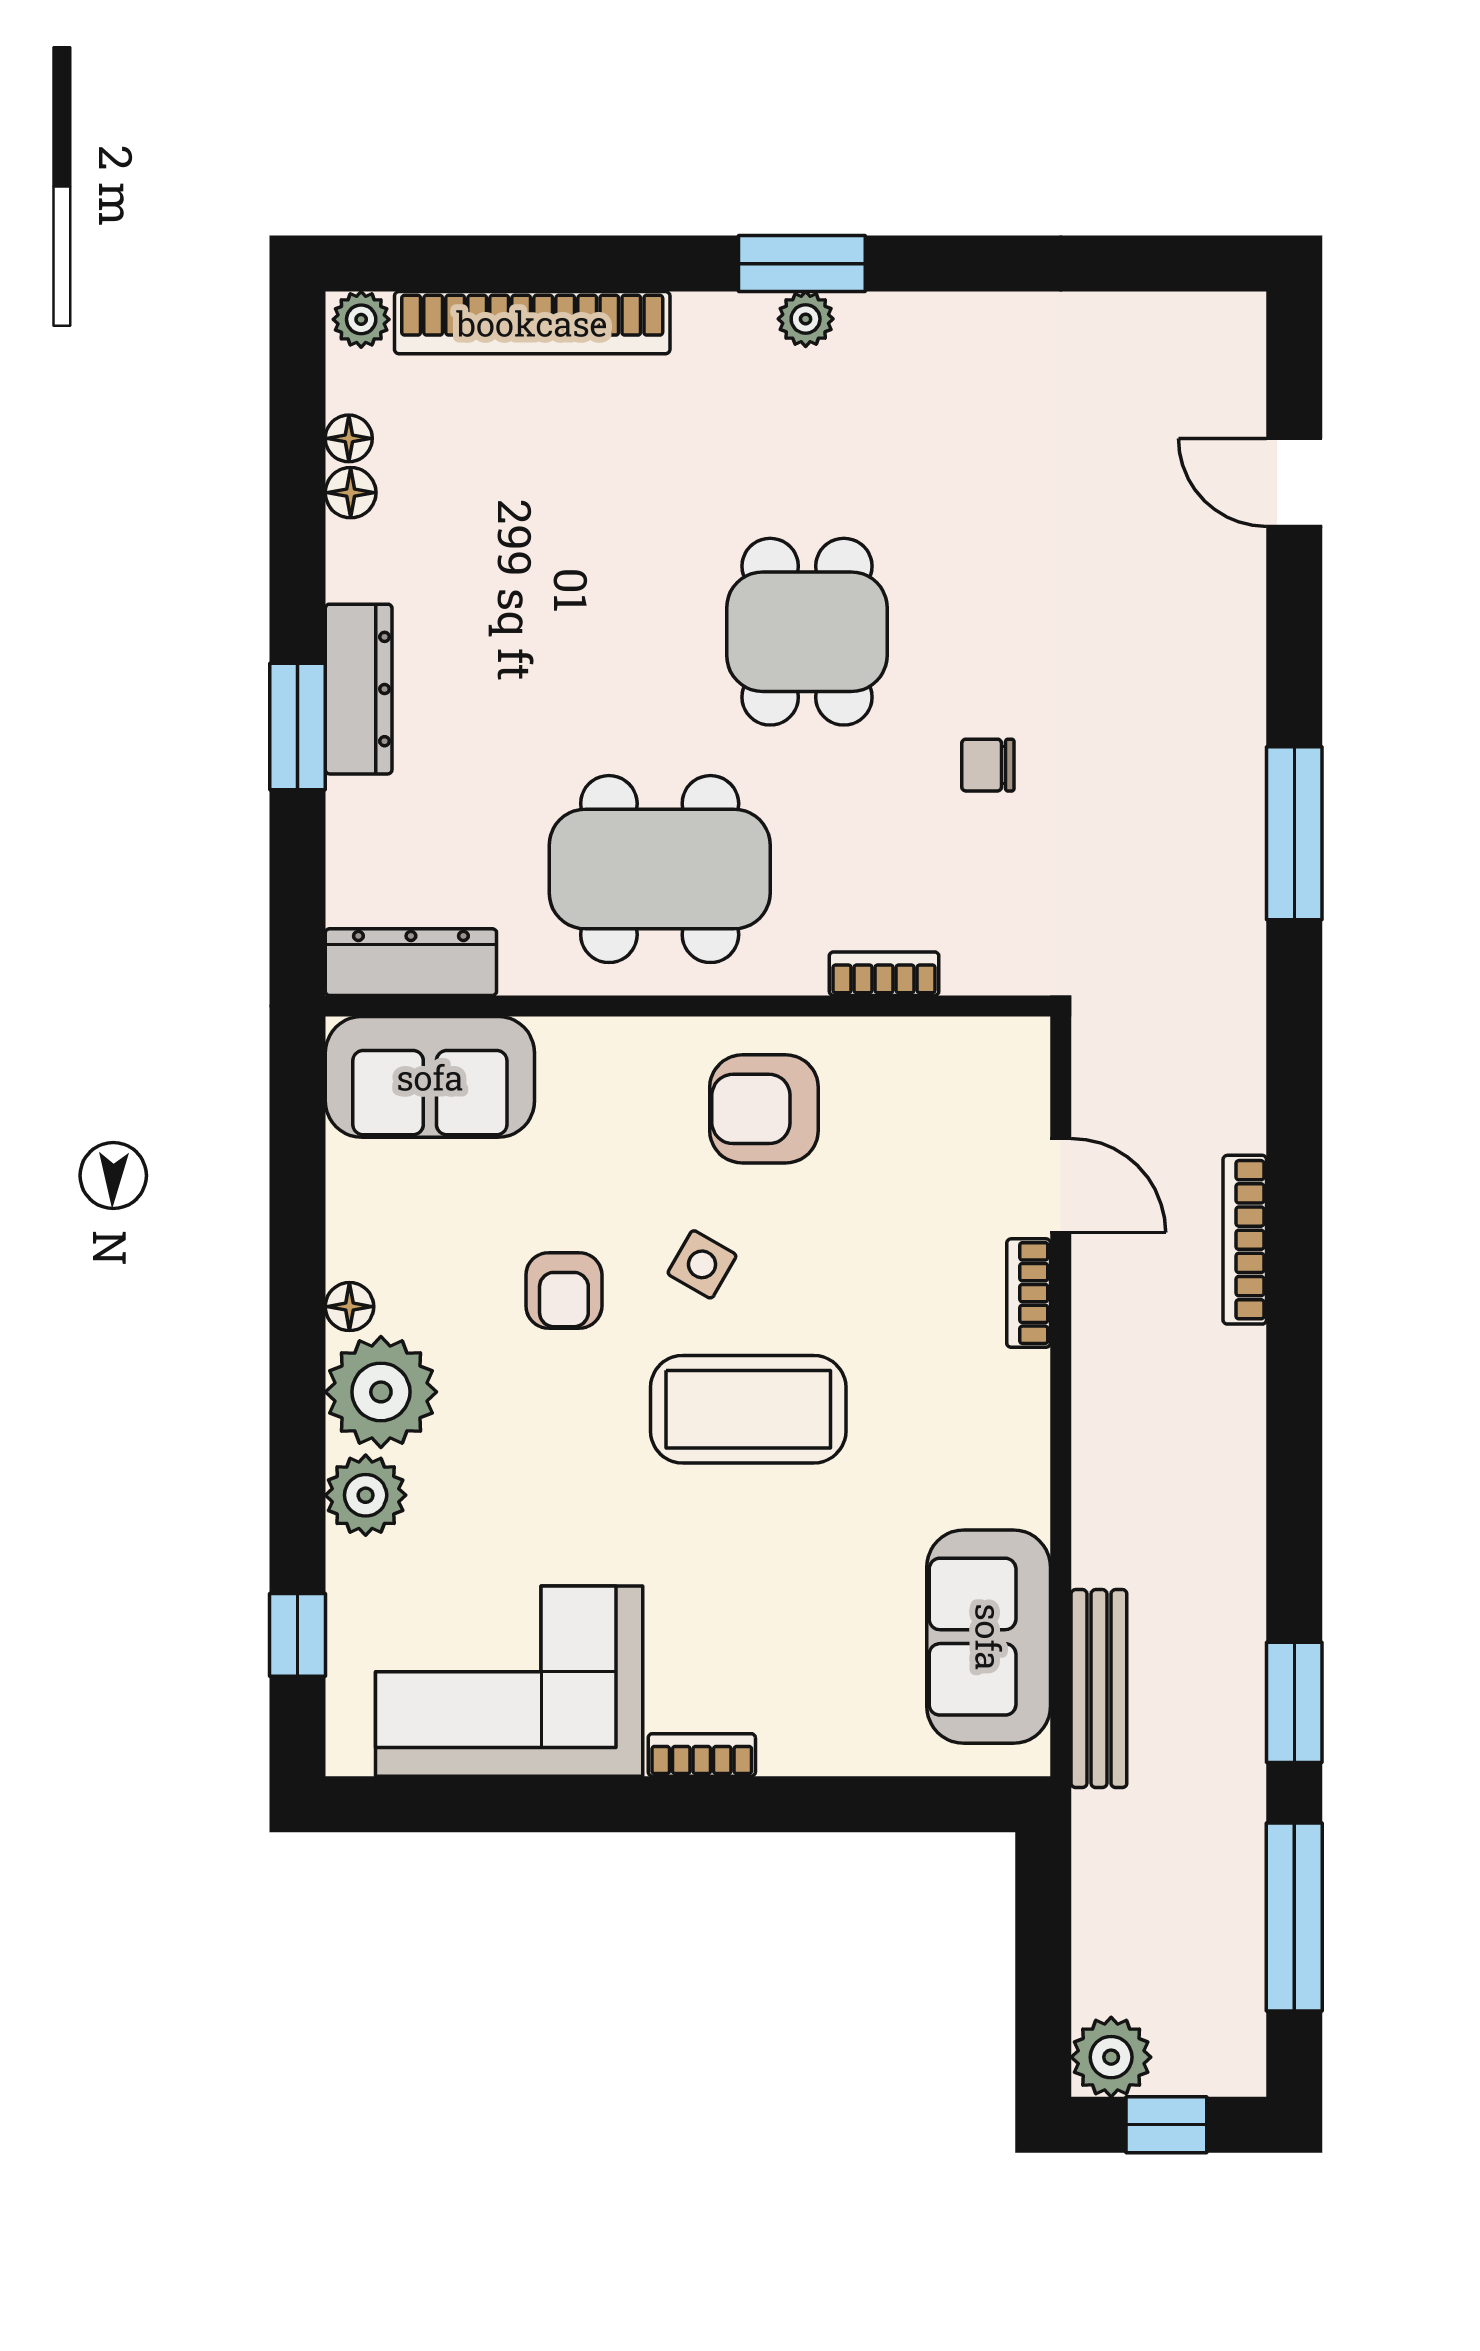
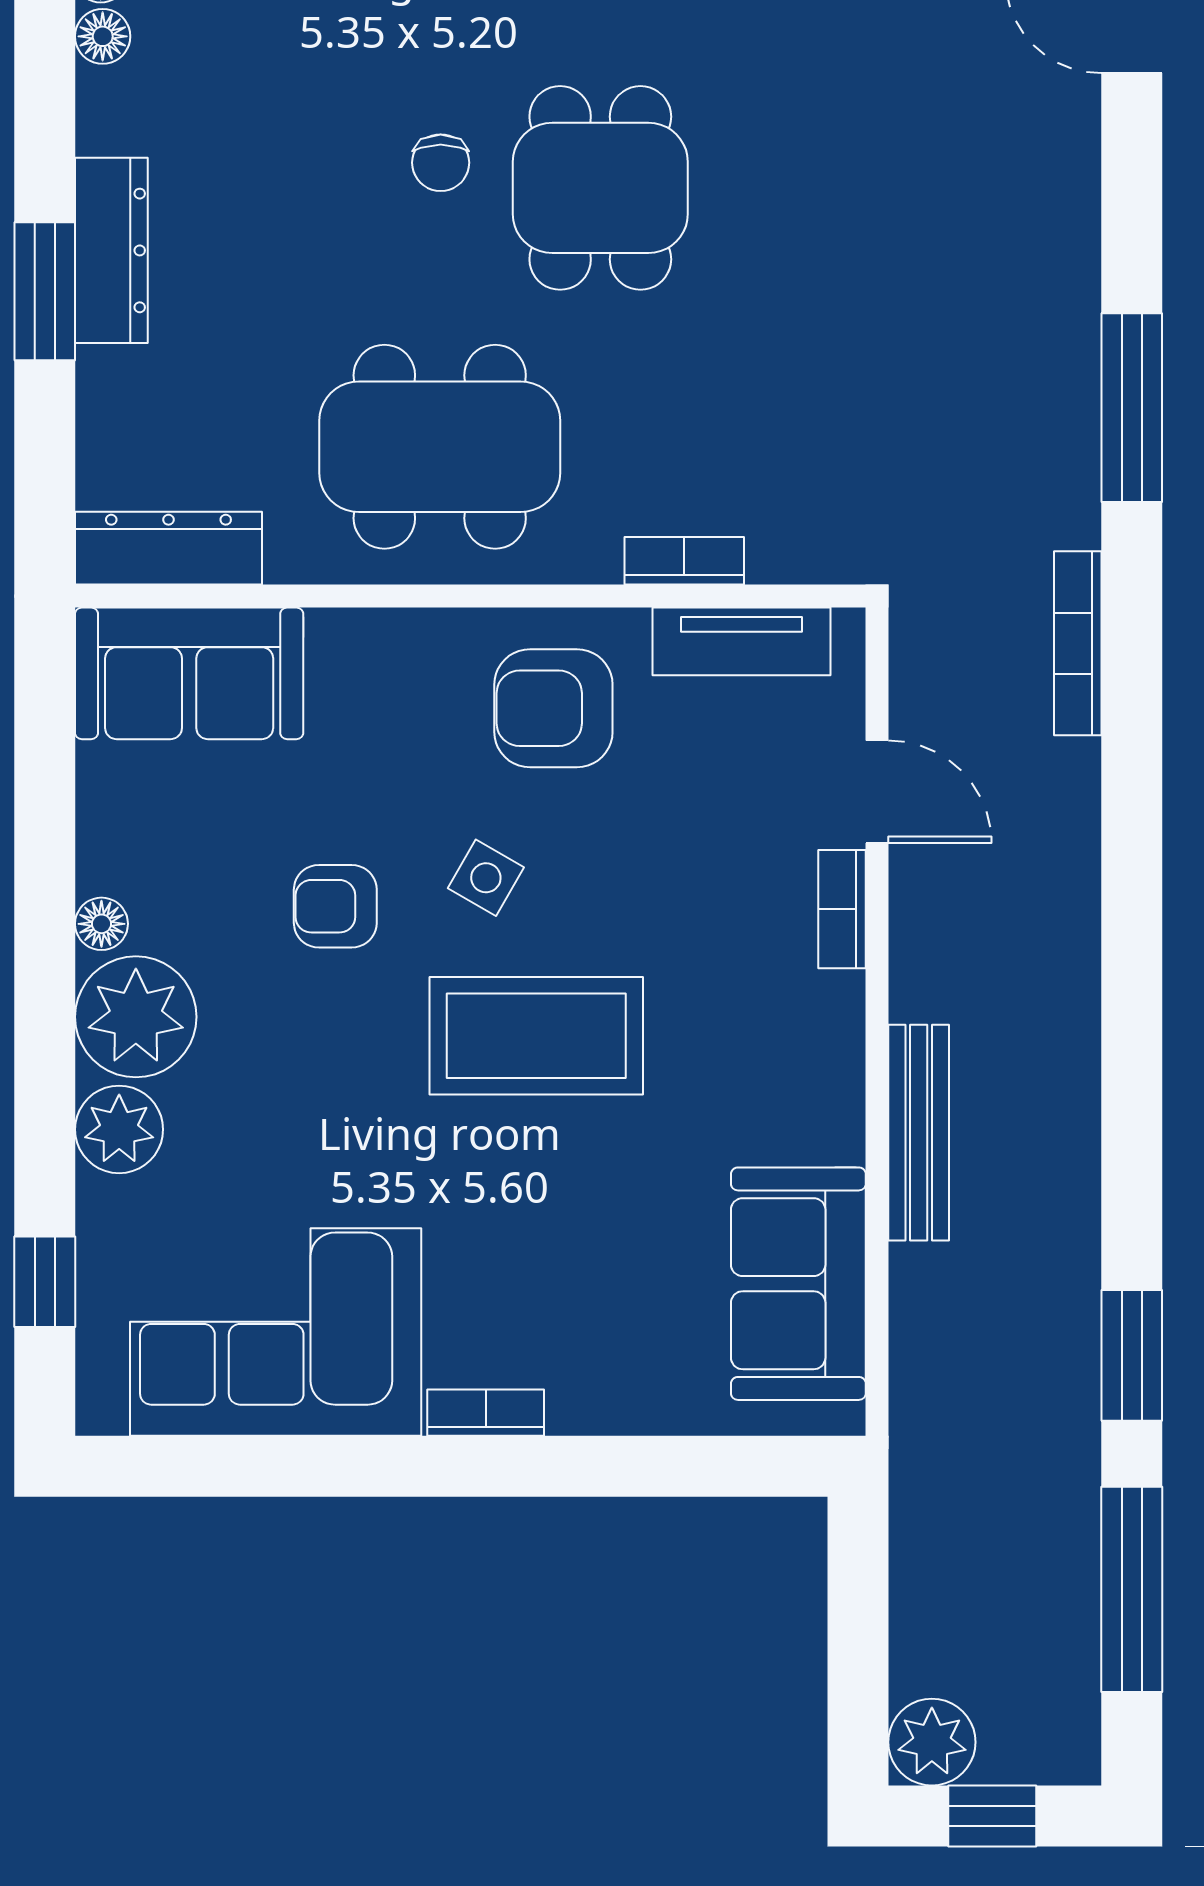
chair: (988, 765) -> (441, 163), moved, turned -90
tv unit: (936, 1048) -> (742, 641), added
bookcase: (1245, 1240) -> (1078, 643), moved
armchair: (564, 1290) -> (335, 906), turned 90
bench: (1099, 1689) -> (919, 1133), moved

